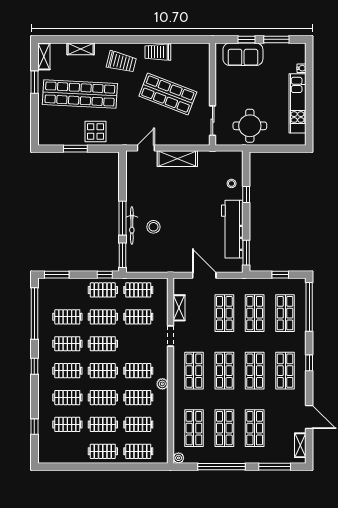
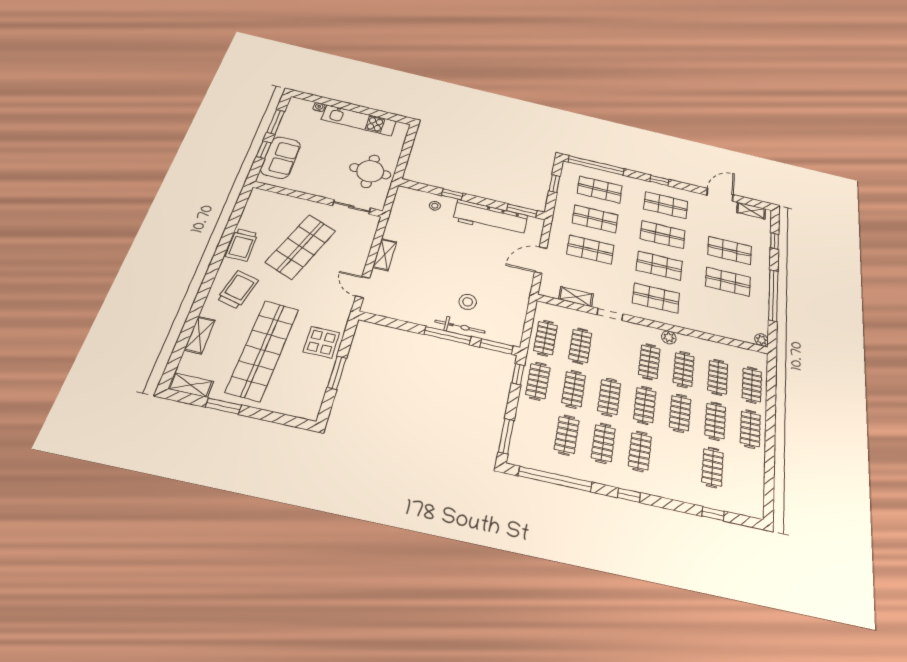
shelving: (177, 159) -> (385, 255), width x0.67, depth x0.75
clothes rail: (67, 398) -> (676, 459), removed
shop shelf: (194, 428) -> (726, 314), removed
window: (275, 467) -> (774, 241), width x0.46

